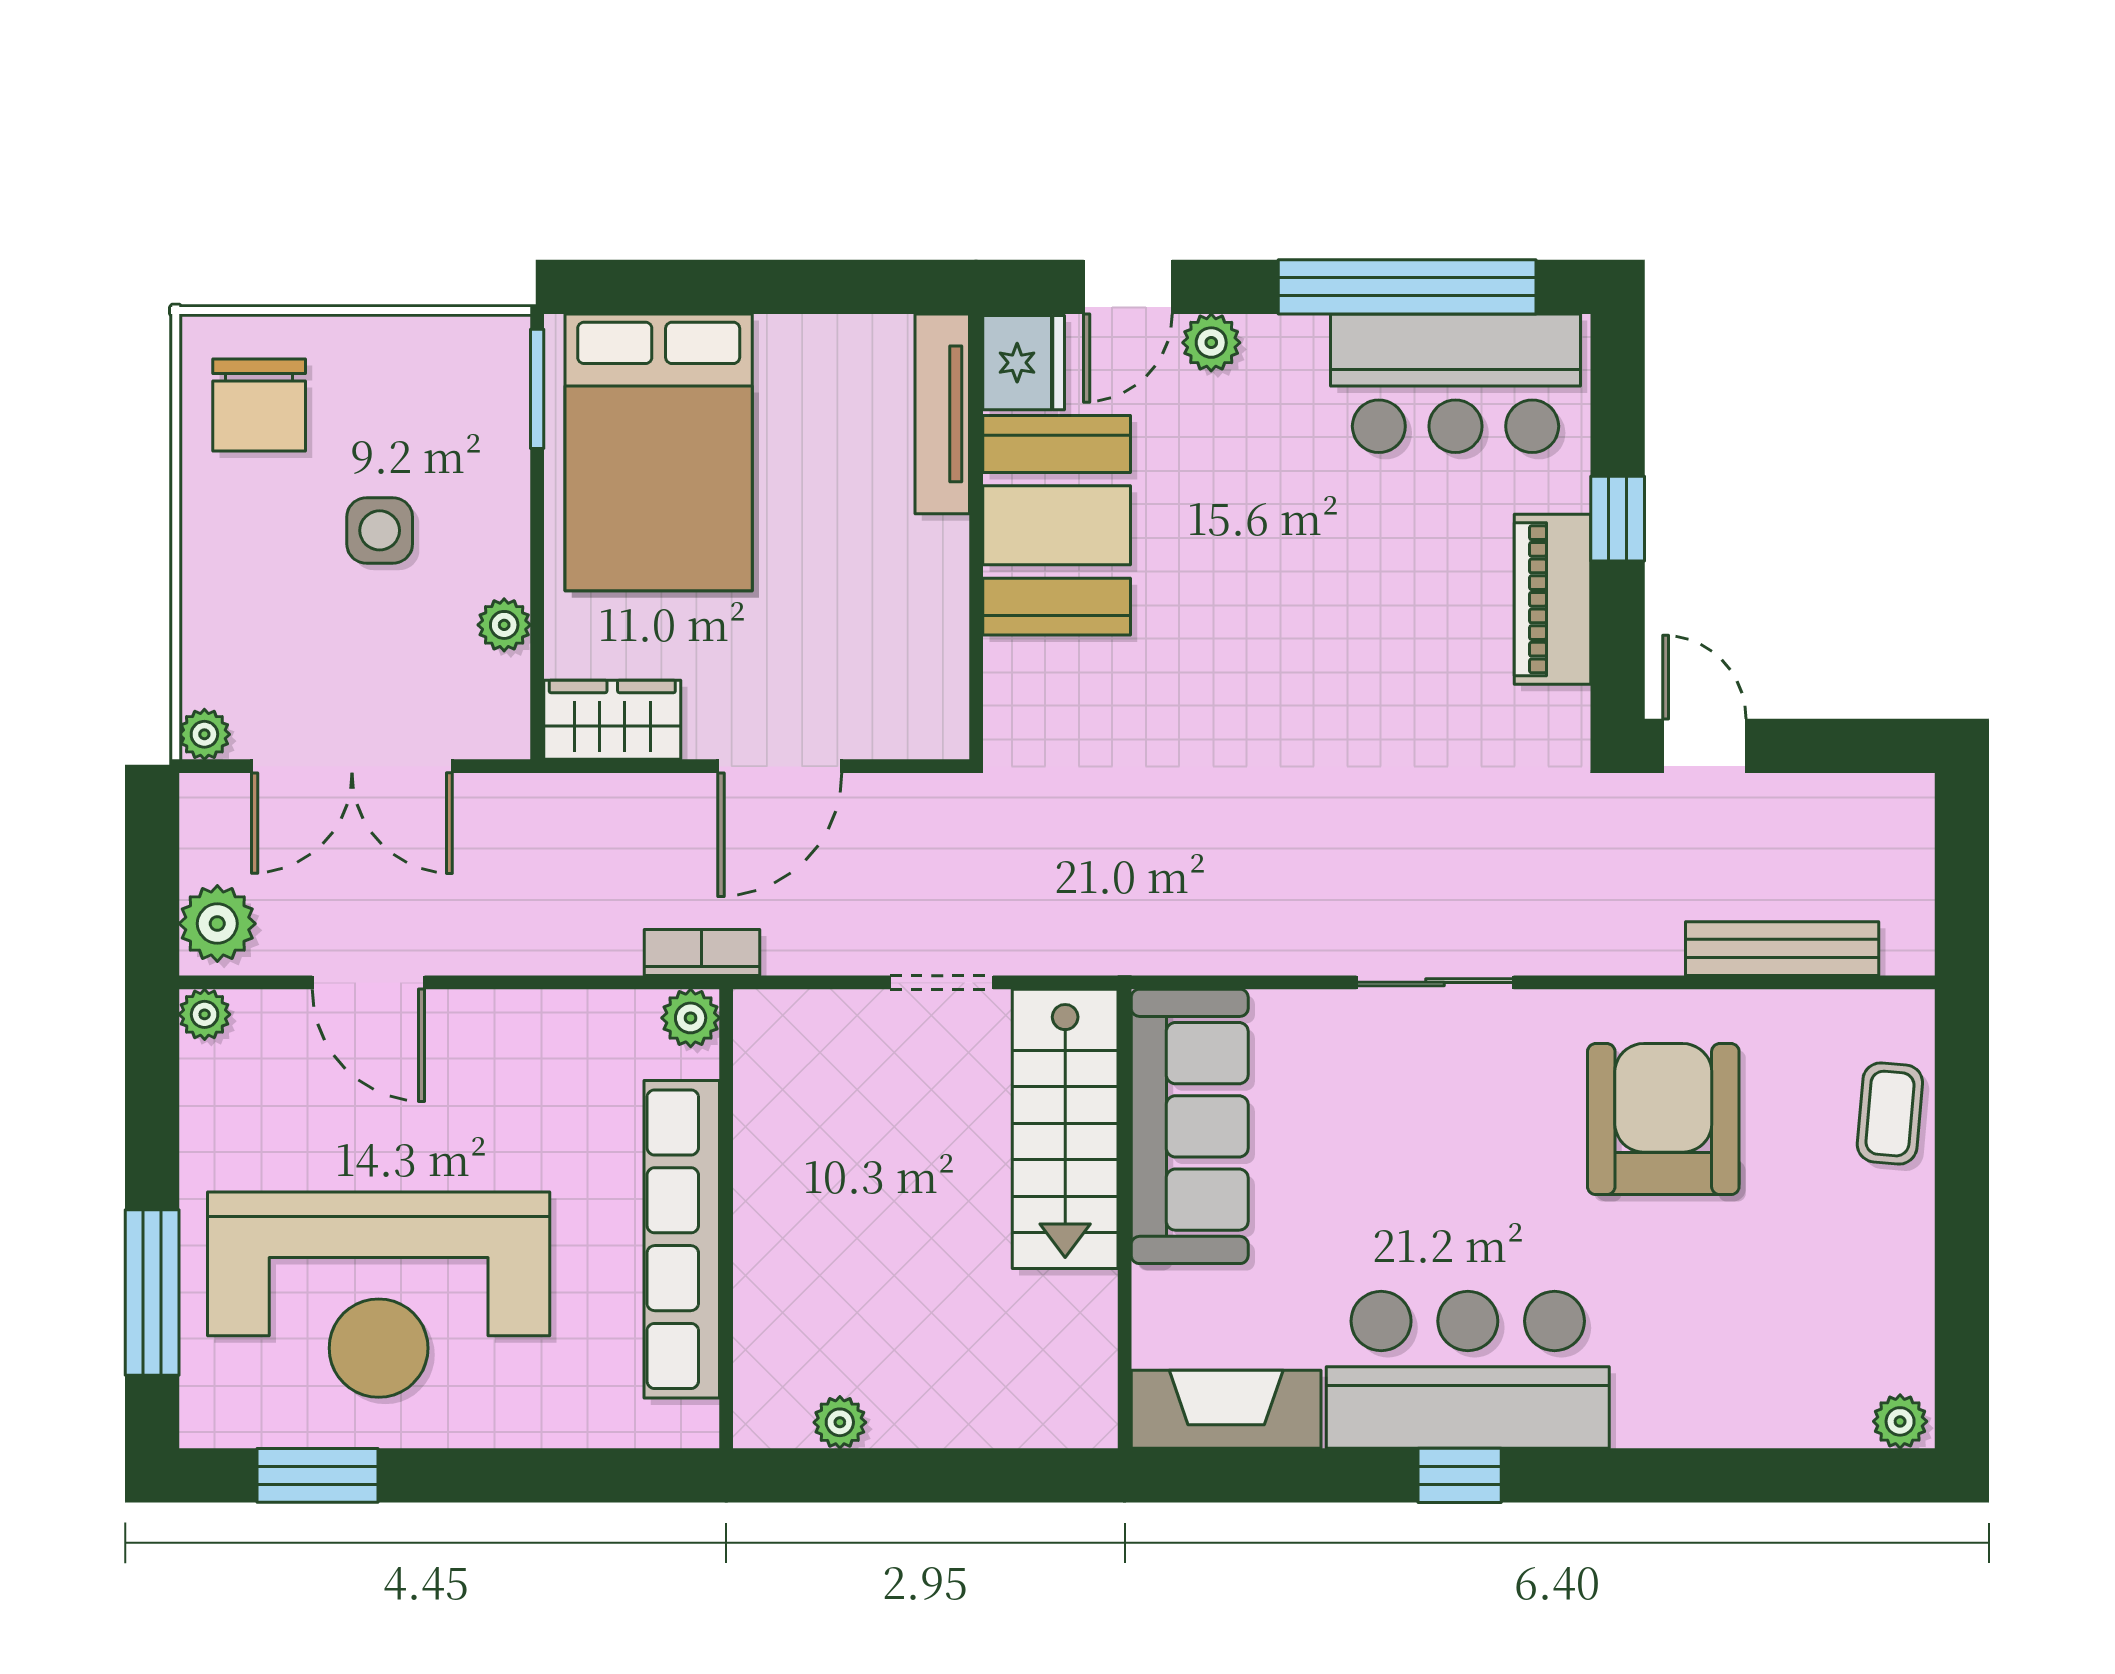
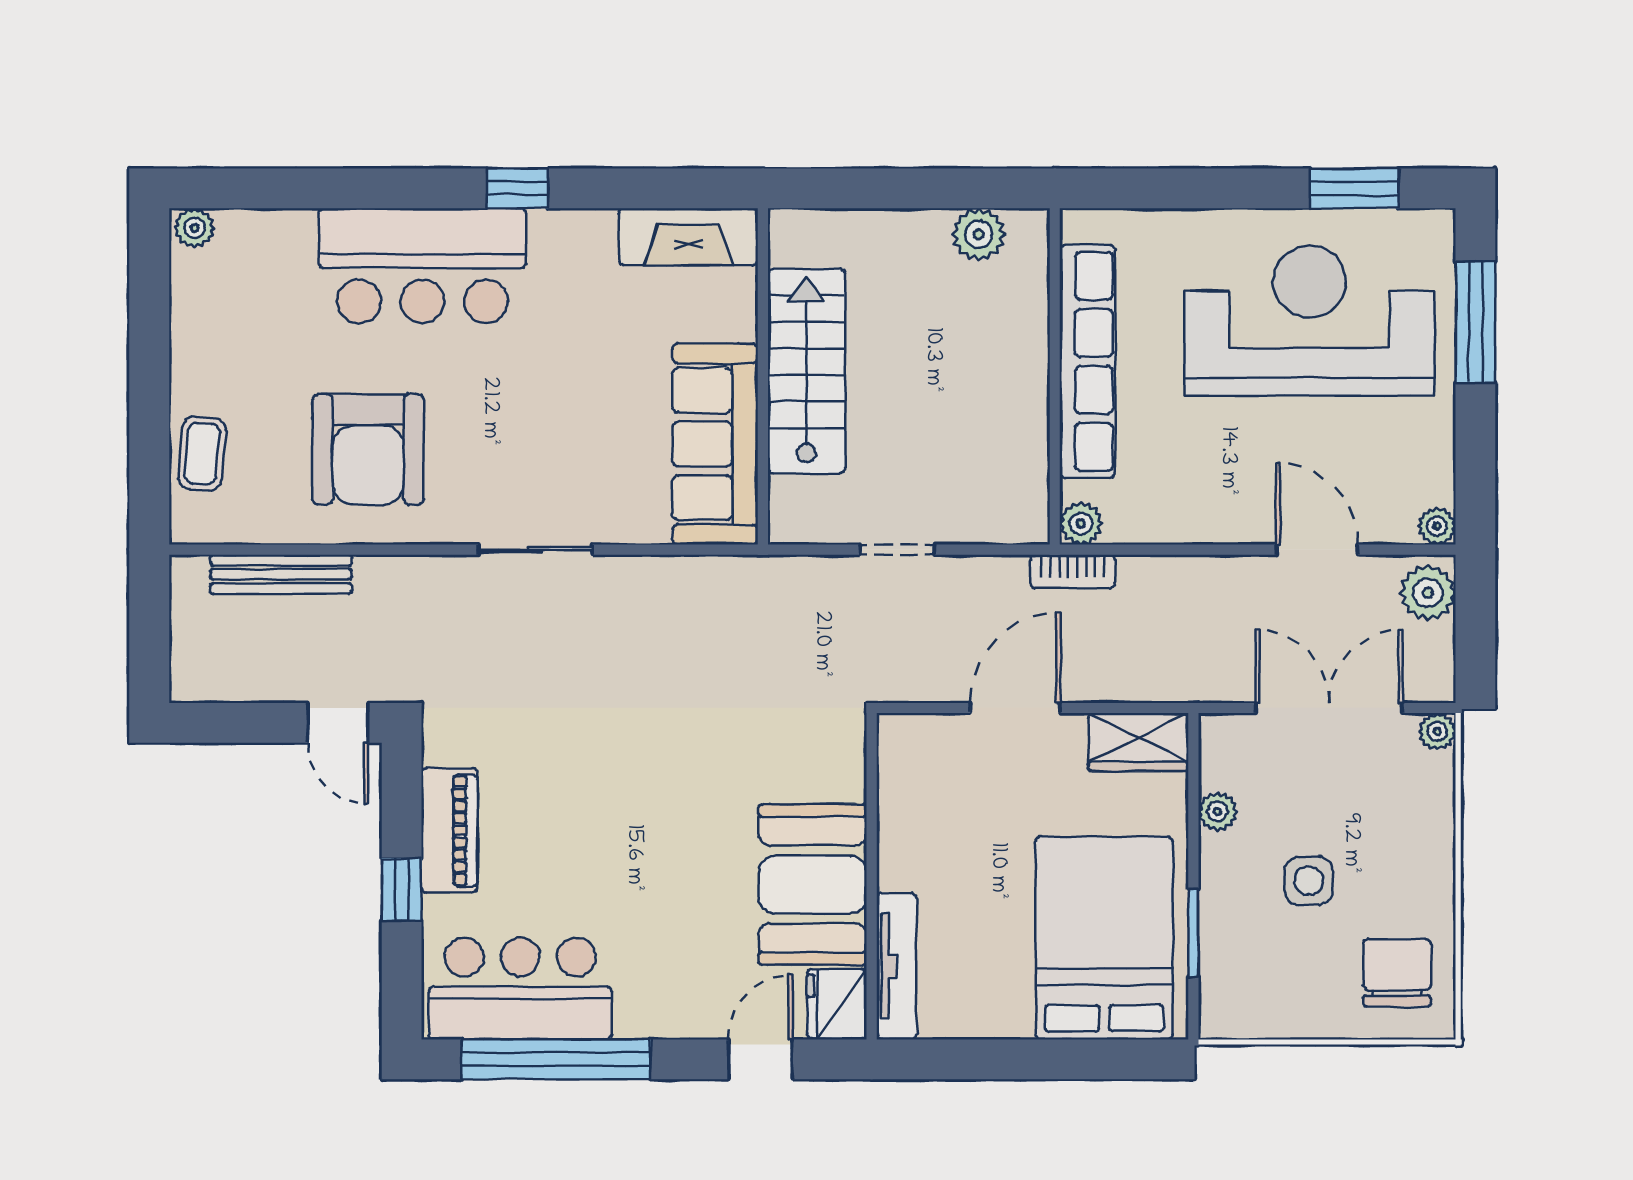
plant: (1211, 343) -> (699, 1018), removed
window: (537, 389) -> (1193, 933), moved
stairs: (1065, 1129) -> (806, 371), moved
bar counter: (1468, 1370) -> (422, 266), moved
plant: (840, 1422) -> (979, 234), width x1.38, depth x1.38

